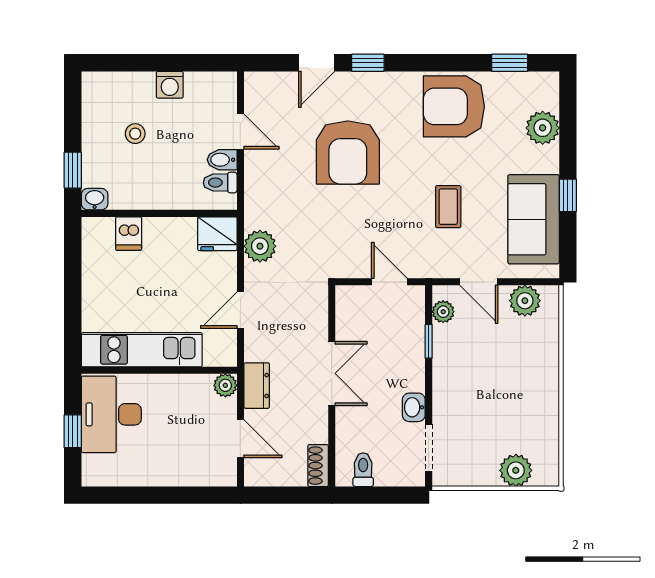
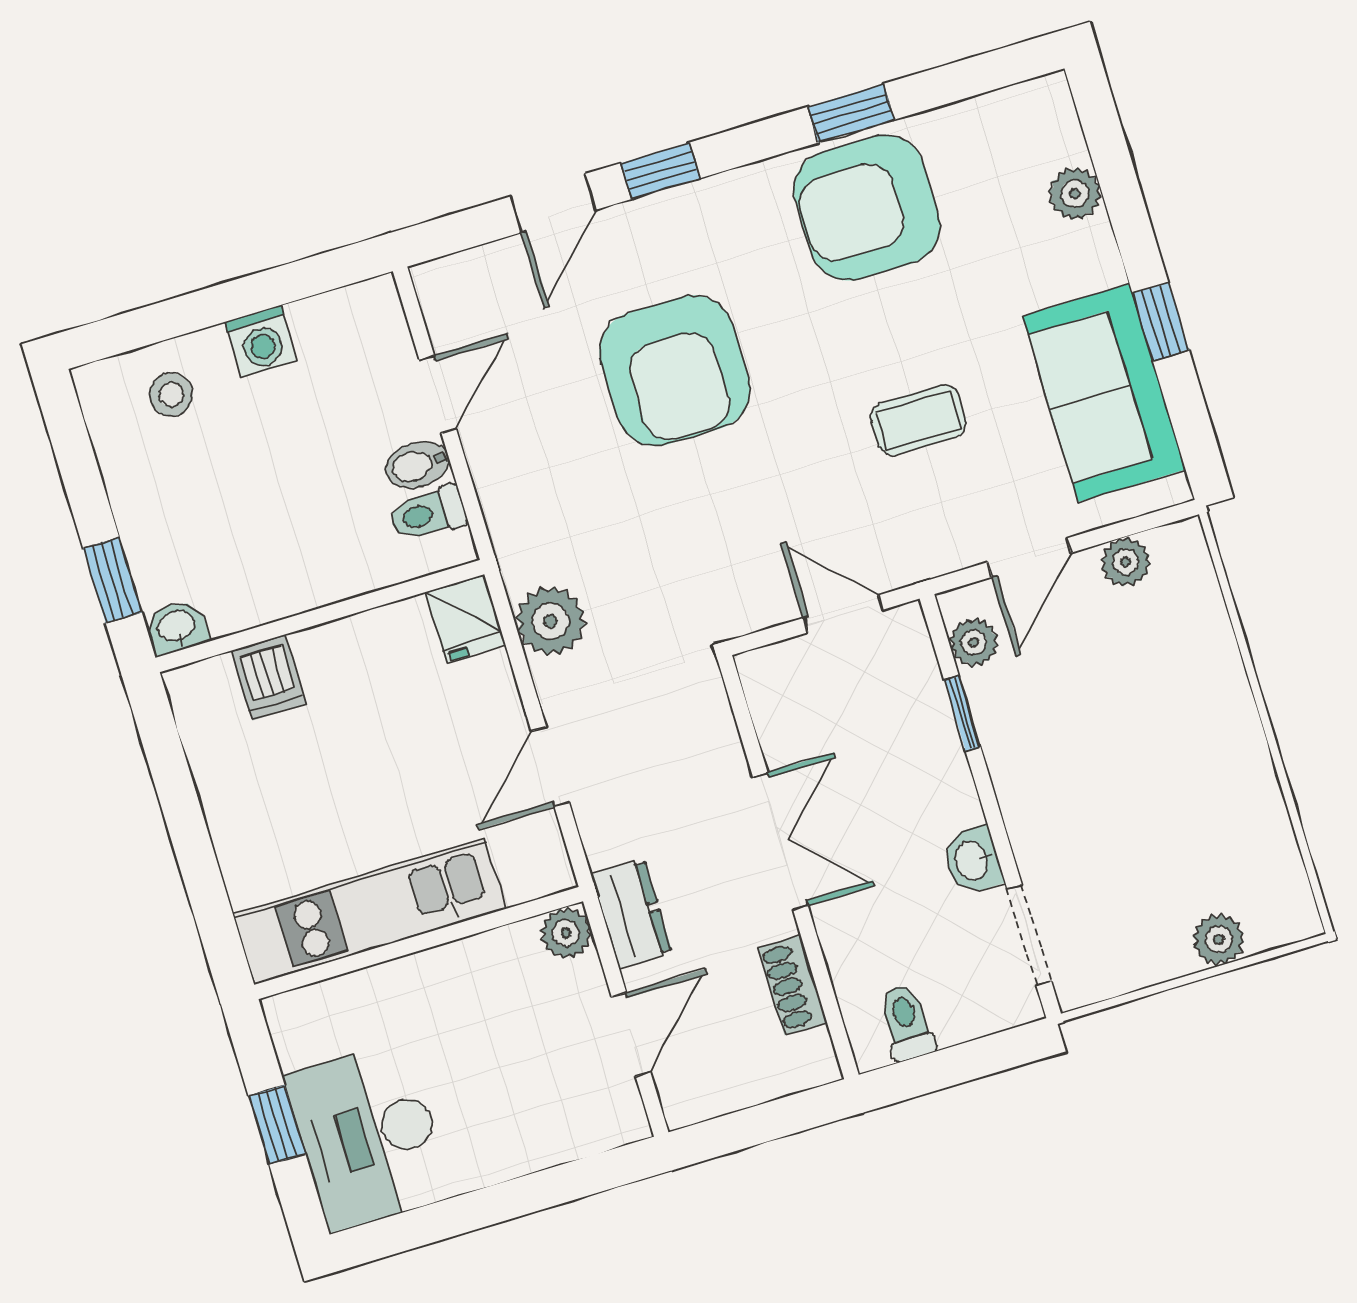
window: (510, 63) -> (851, 113), moved
plant: (543, 128) -> (1075, 194), width x0.73, depth x0.73
door: (240, 131) -> (438, 394), hinge flipped
stool: (135, 134) -> (171, 395), moved
coffee table: (448, 207) -> (918, 420), turned 90
fridge: (217, 234) -> (465, 618), width x0.72
door: (479, 282) -> (1029, 558), hinge flipped
plant: (525, 301) -> (1126, 562), width x0.73, depth x0.73
desk: (111, 414) -> (368, 1136), moved
door: (240, 439) -> (631, 1034), hinge flipped
shoe rack: (318, 466) -> (793, 985), moved
plant: (516, 470) -> (1219, 939), width x0.73, depth x0.73

